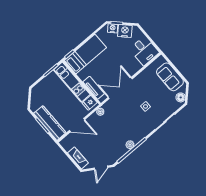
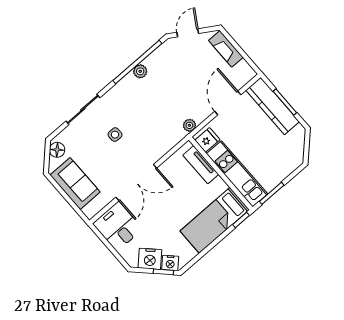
double door: (120, 88) -> (136, 183), moved
door: (77, 125) -> (228, 103), hinge flipped

